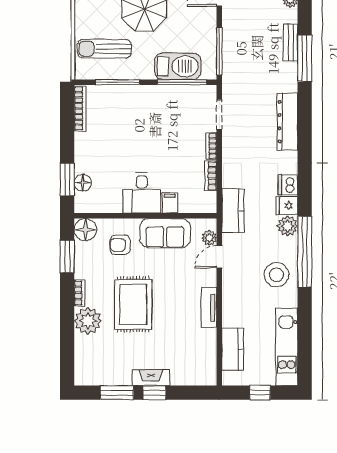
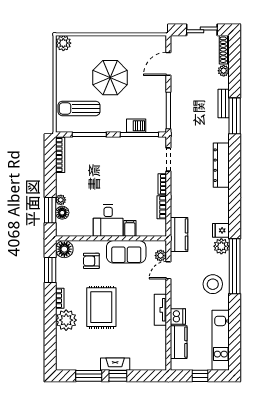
barbecue: (178, 66) -> (136, 126), width x0.53, depth x0.65
plant: (81, 166) -> (61, 200), added
dishwasher: (288, 185) -> (178, 316), moved, turned 180

